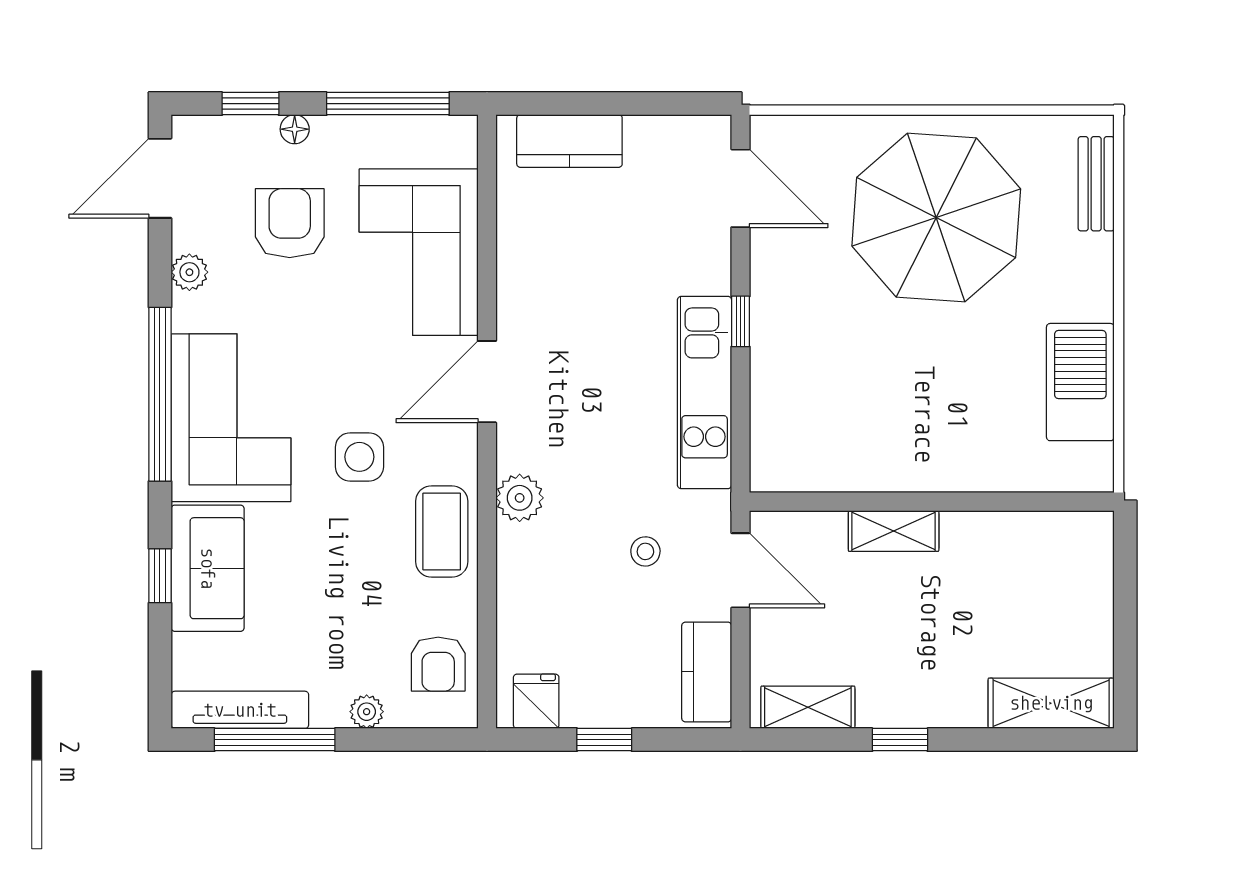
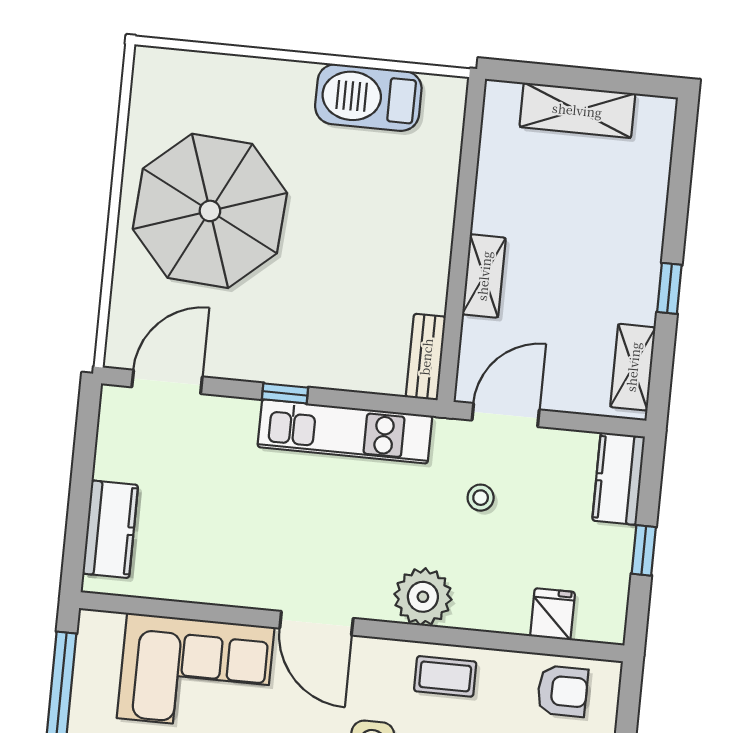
bench: (1096, 184) -> (426, 357), moved, turned 90
plant: (520, 498) -> (423, 597), width x1.36, depth x1.36
coffee table: (442, 531) -> (445, 676), width x0.73, depth x0.77
kitchen counter: (707, 672) -> (619, 479), moved, turned 90
fridge: (536, 701) -> (553, 614), moved, turned 90
shelving: (1051, 703) -> (577, 110), moved, turned 90

